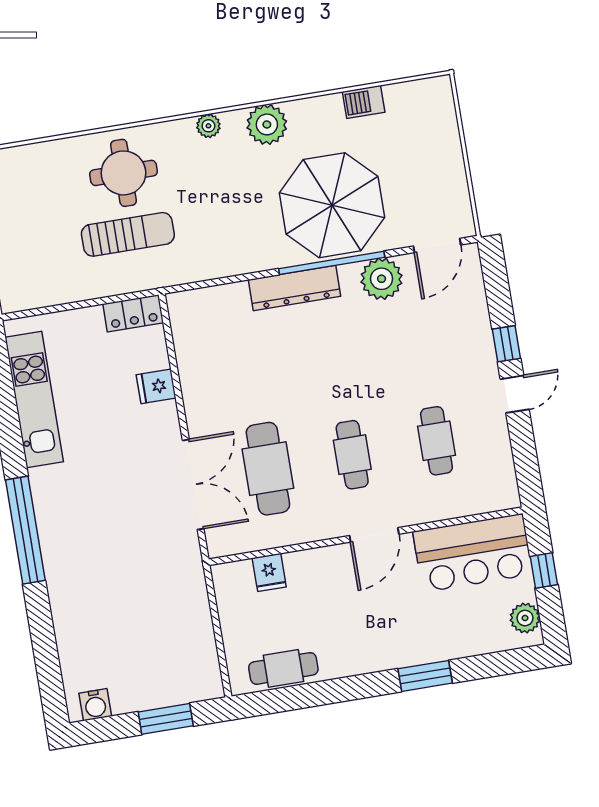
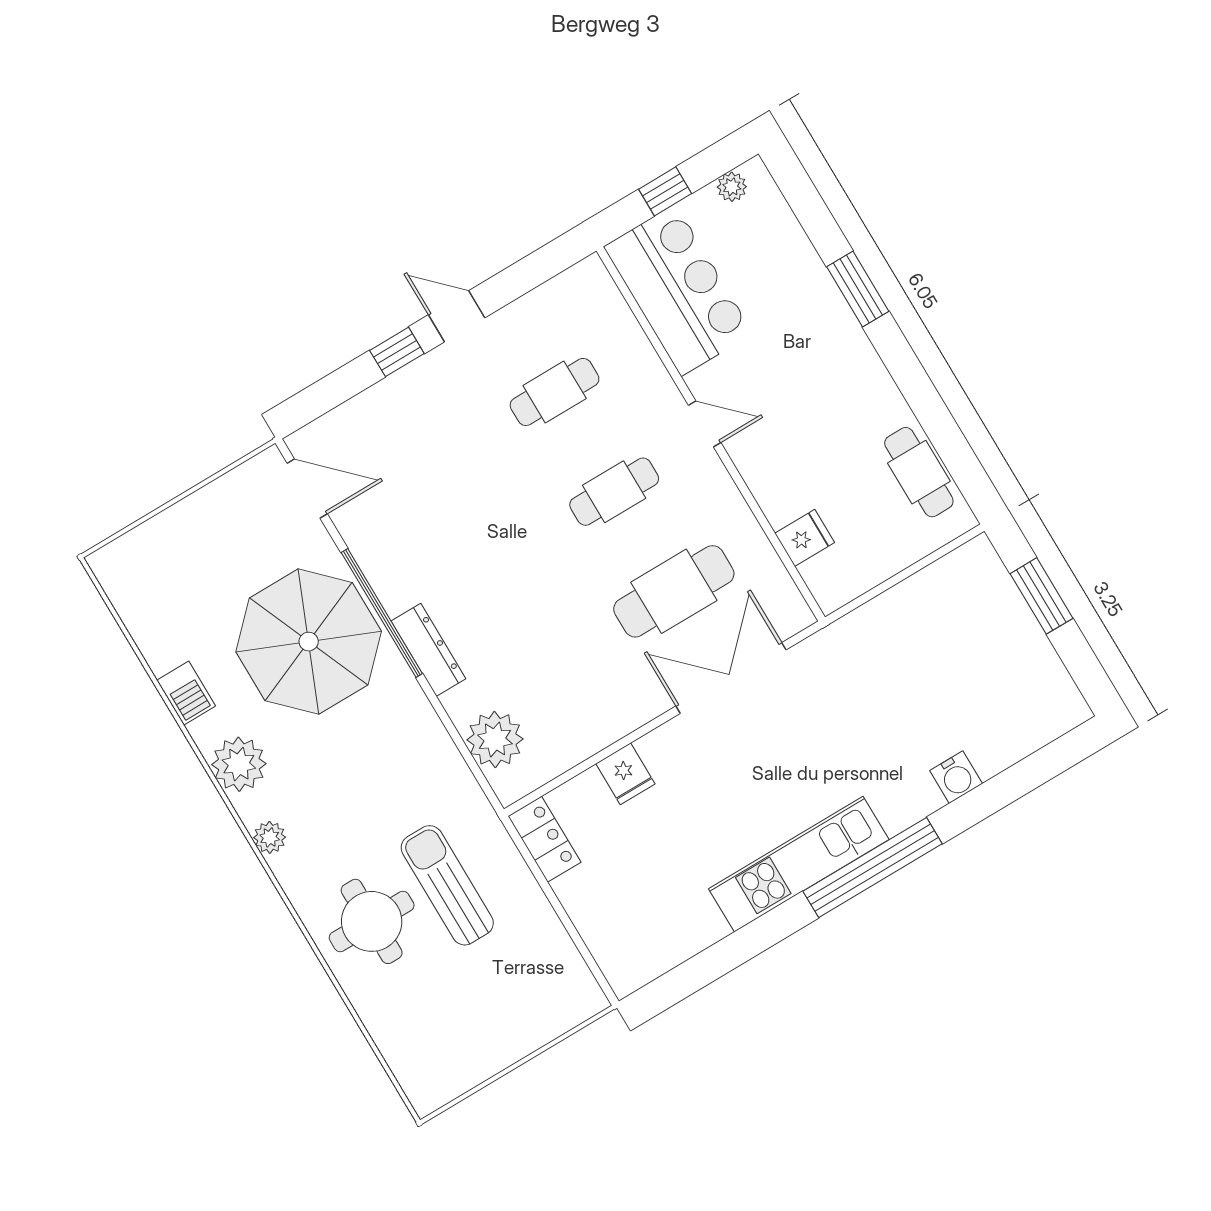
barbecue: (364, 102) -> (186, 693), moved
plant: (382, 279) -> (495, 739), moved
dresser: (295, 288) -> (428, 650), width x0.73, depth x0.80
kitchen unit: (34, 400) -> (799, 864), moved
door: (374, 535) -> (705, 424), width x0.73
plant: (525, 618) -> (732, 187), width x0.73, depth x0.73
water cooler: (95, 705) -> (956, 777), moved, turned 90

